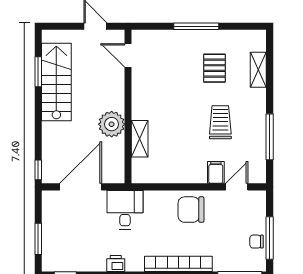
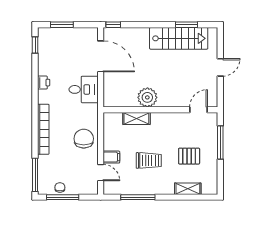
door: (128, 55) -> (199, 110), moved
wall: (128, 107) -> (160, 110), moved
plant: (112, 124) -> (147, 97), moved
shelving: (140, 139) -> (136, 118), moved

